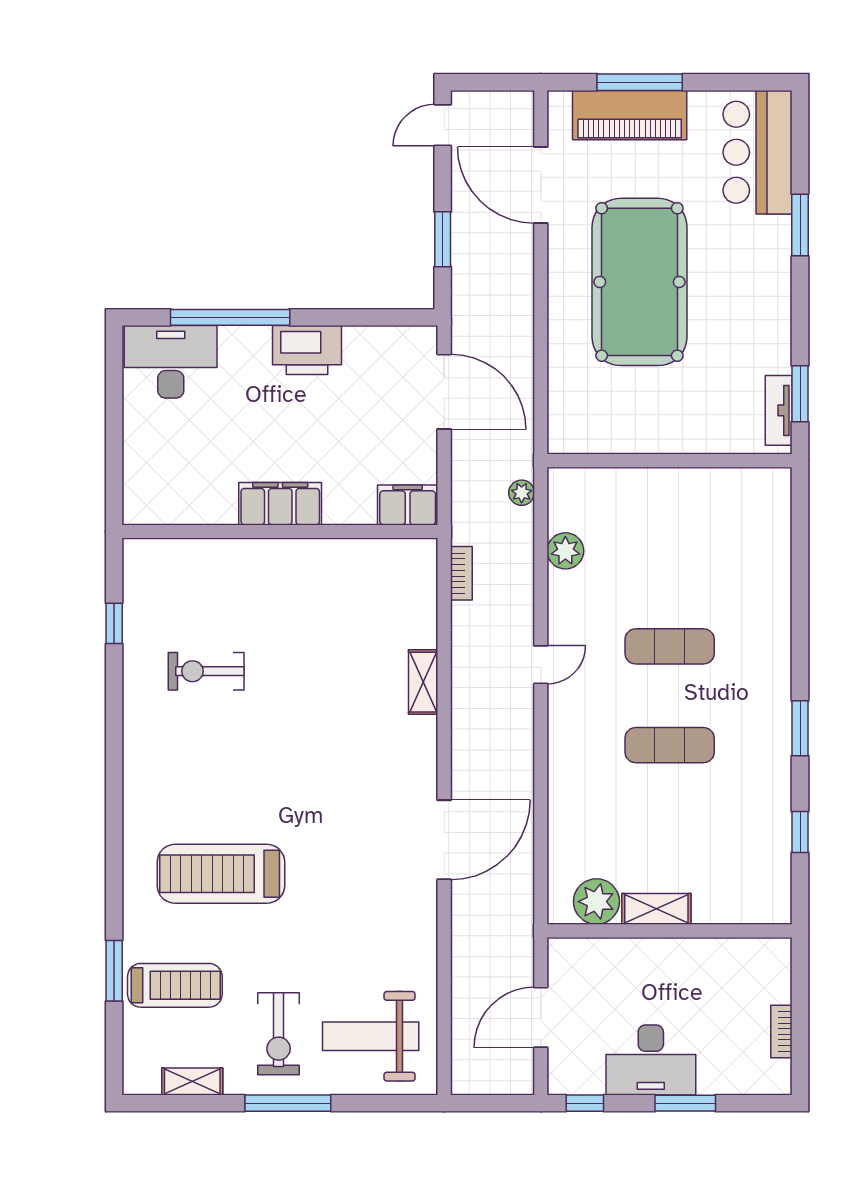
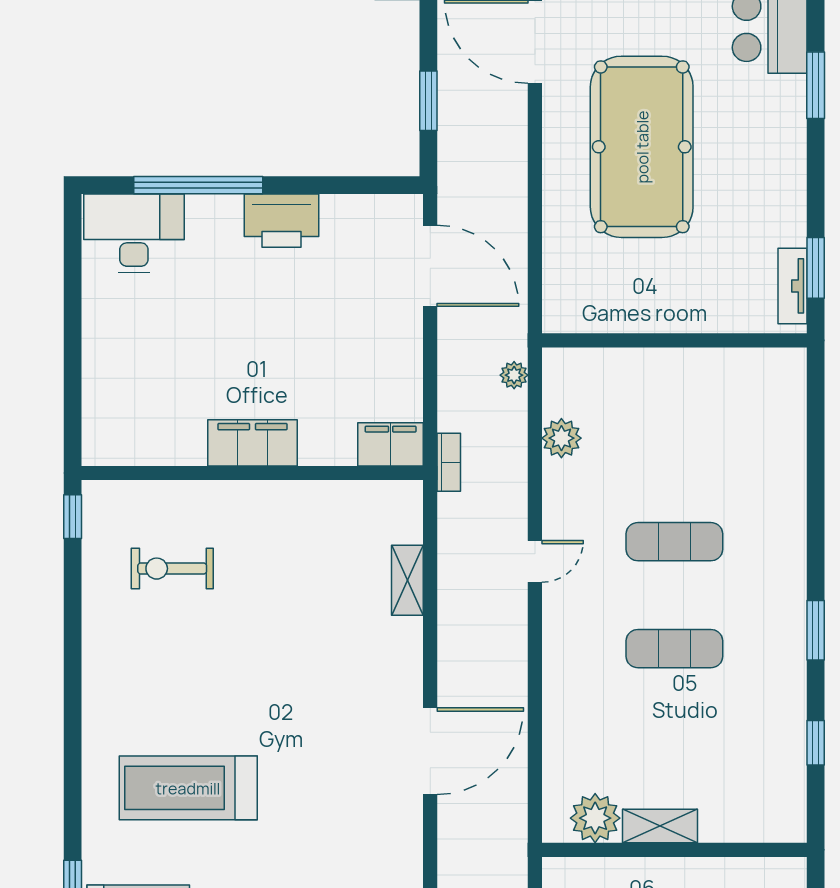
filing cabinet: (280, 504) -> (253, 443), moved
filing cabinet: (408, 505) -> (391, 444), moved
wall: (280, 532) -> (252, 473), moved

